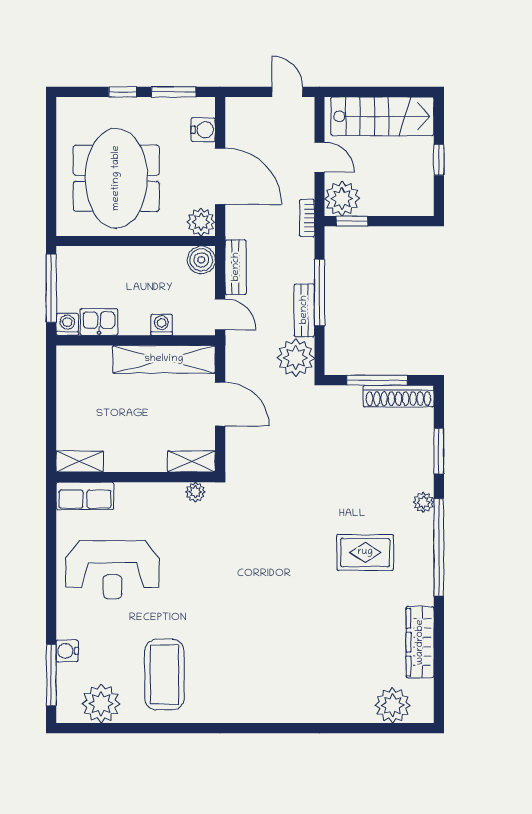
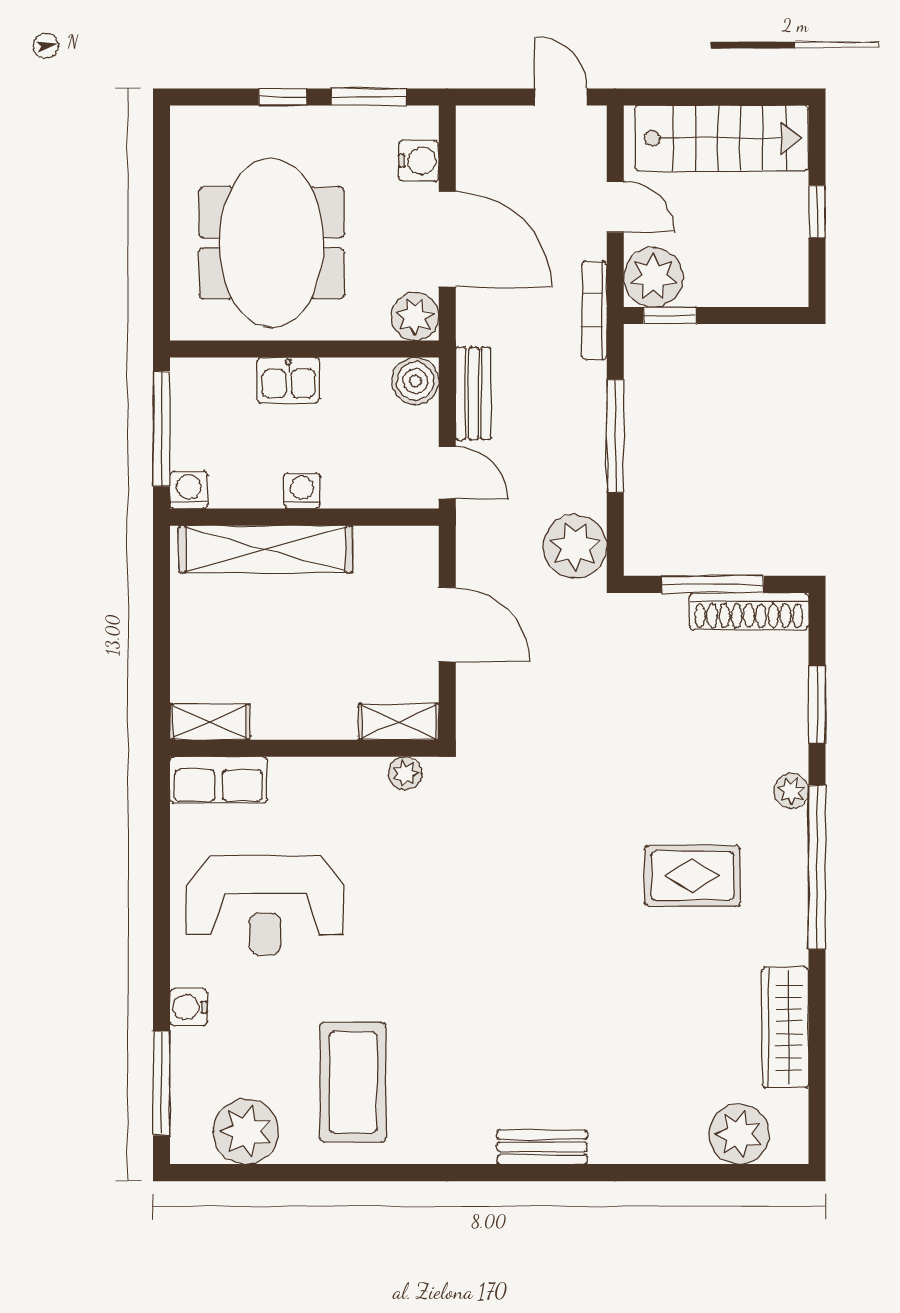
bookcase: (307, 218) -> (594, 310), width x1.56
bench: (304, 310) -> (542, 1147), moved, turned 90
kitchen sink: (99, 322) -> (288, 380), moved, turned 180
washing machine: (162, 325) -> (302, 491), moved
shelving: (164, 359) -> (266, 549), moved
water cooler: (67, 651) -> (189, 1007), moved

